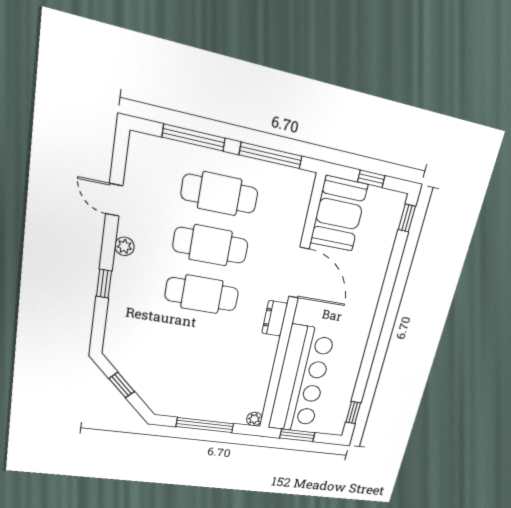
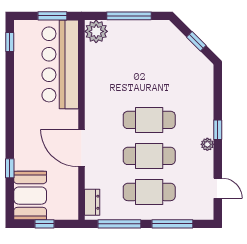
door: (114, 200) -> (218, 188), moved
booth: (339, 214) -> (30, 196), moved
window: (407, 218) -> (10, 168), moved
window: (104, 284) -> (218, 130), moved
dresser: (275, 318) -> (92, 202), moved
plant: (254, 419) -> (96, 31), width x1.88, depth x1.88

